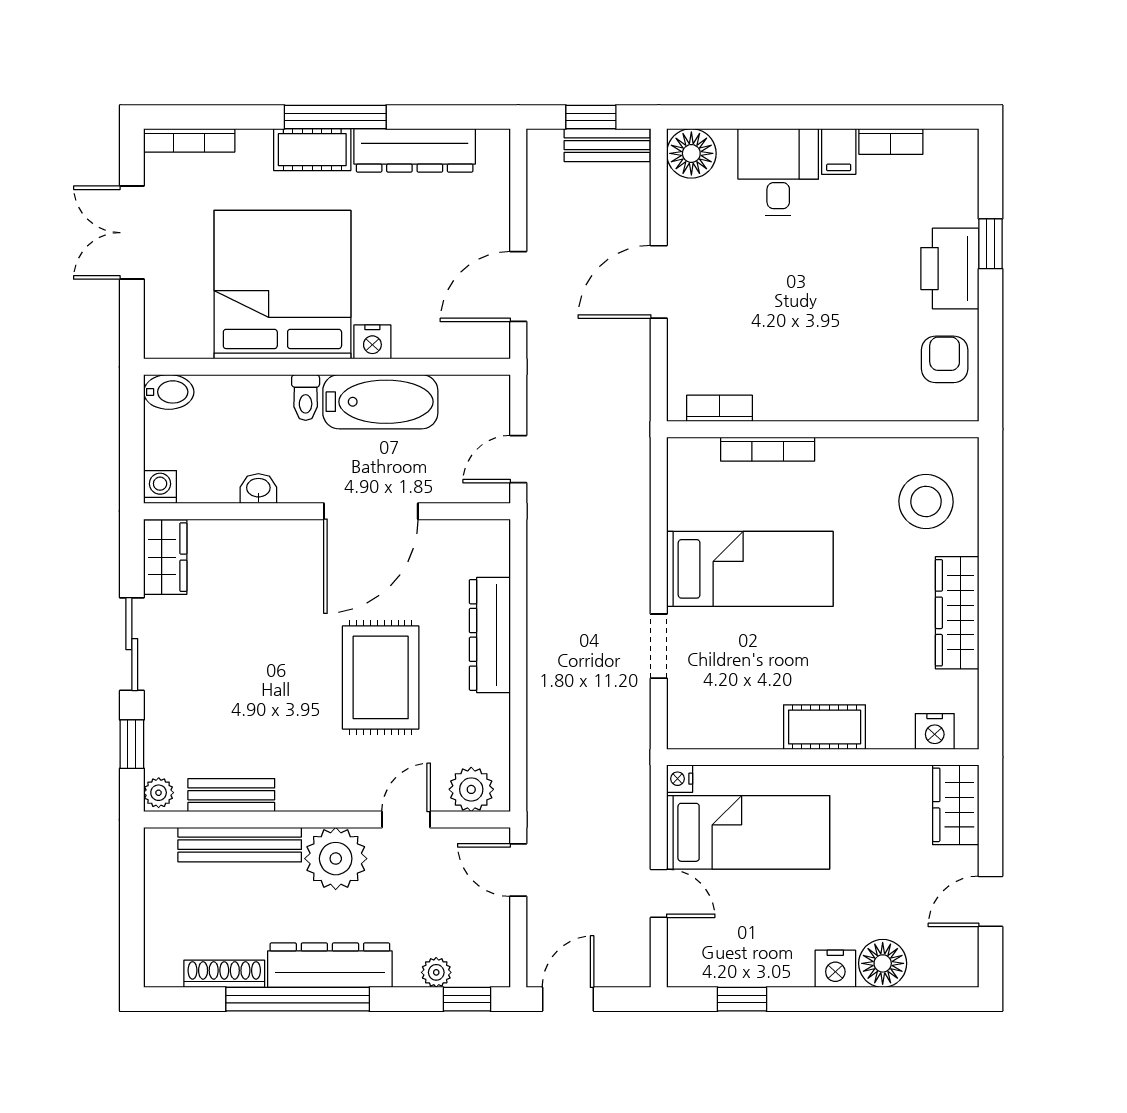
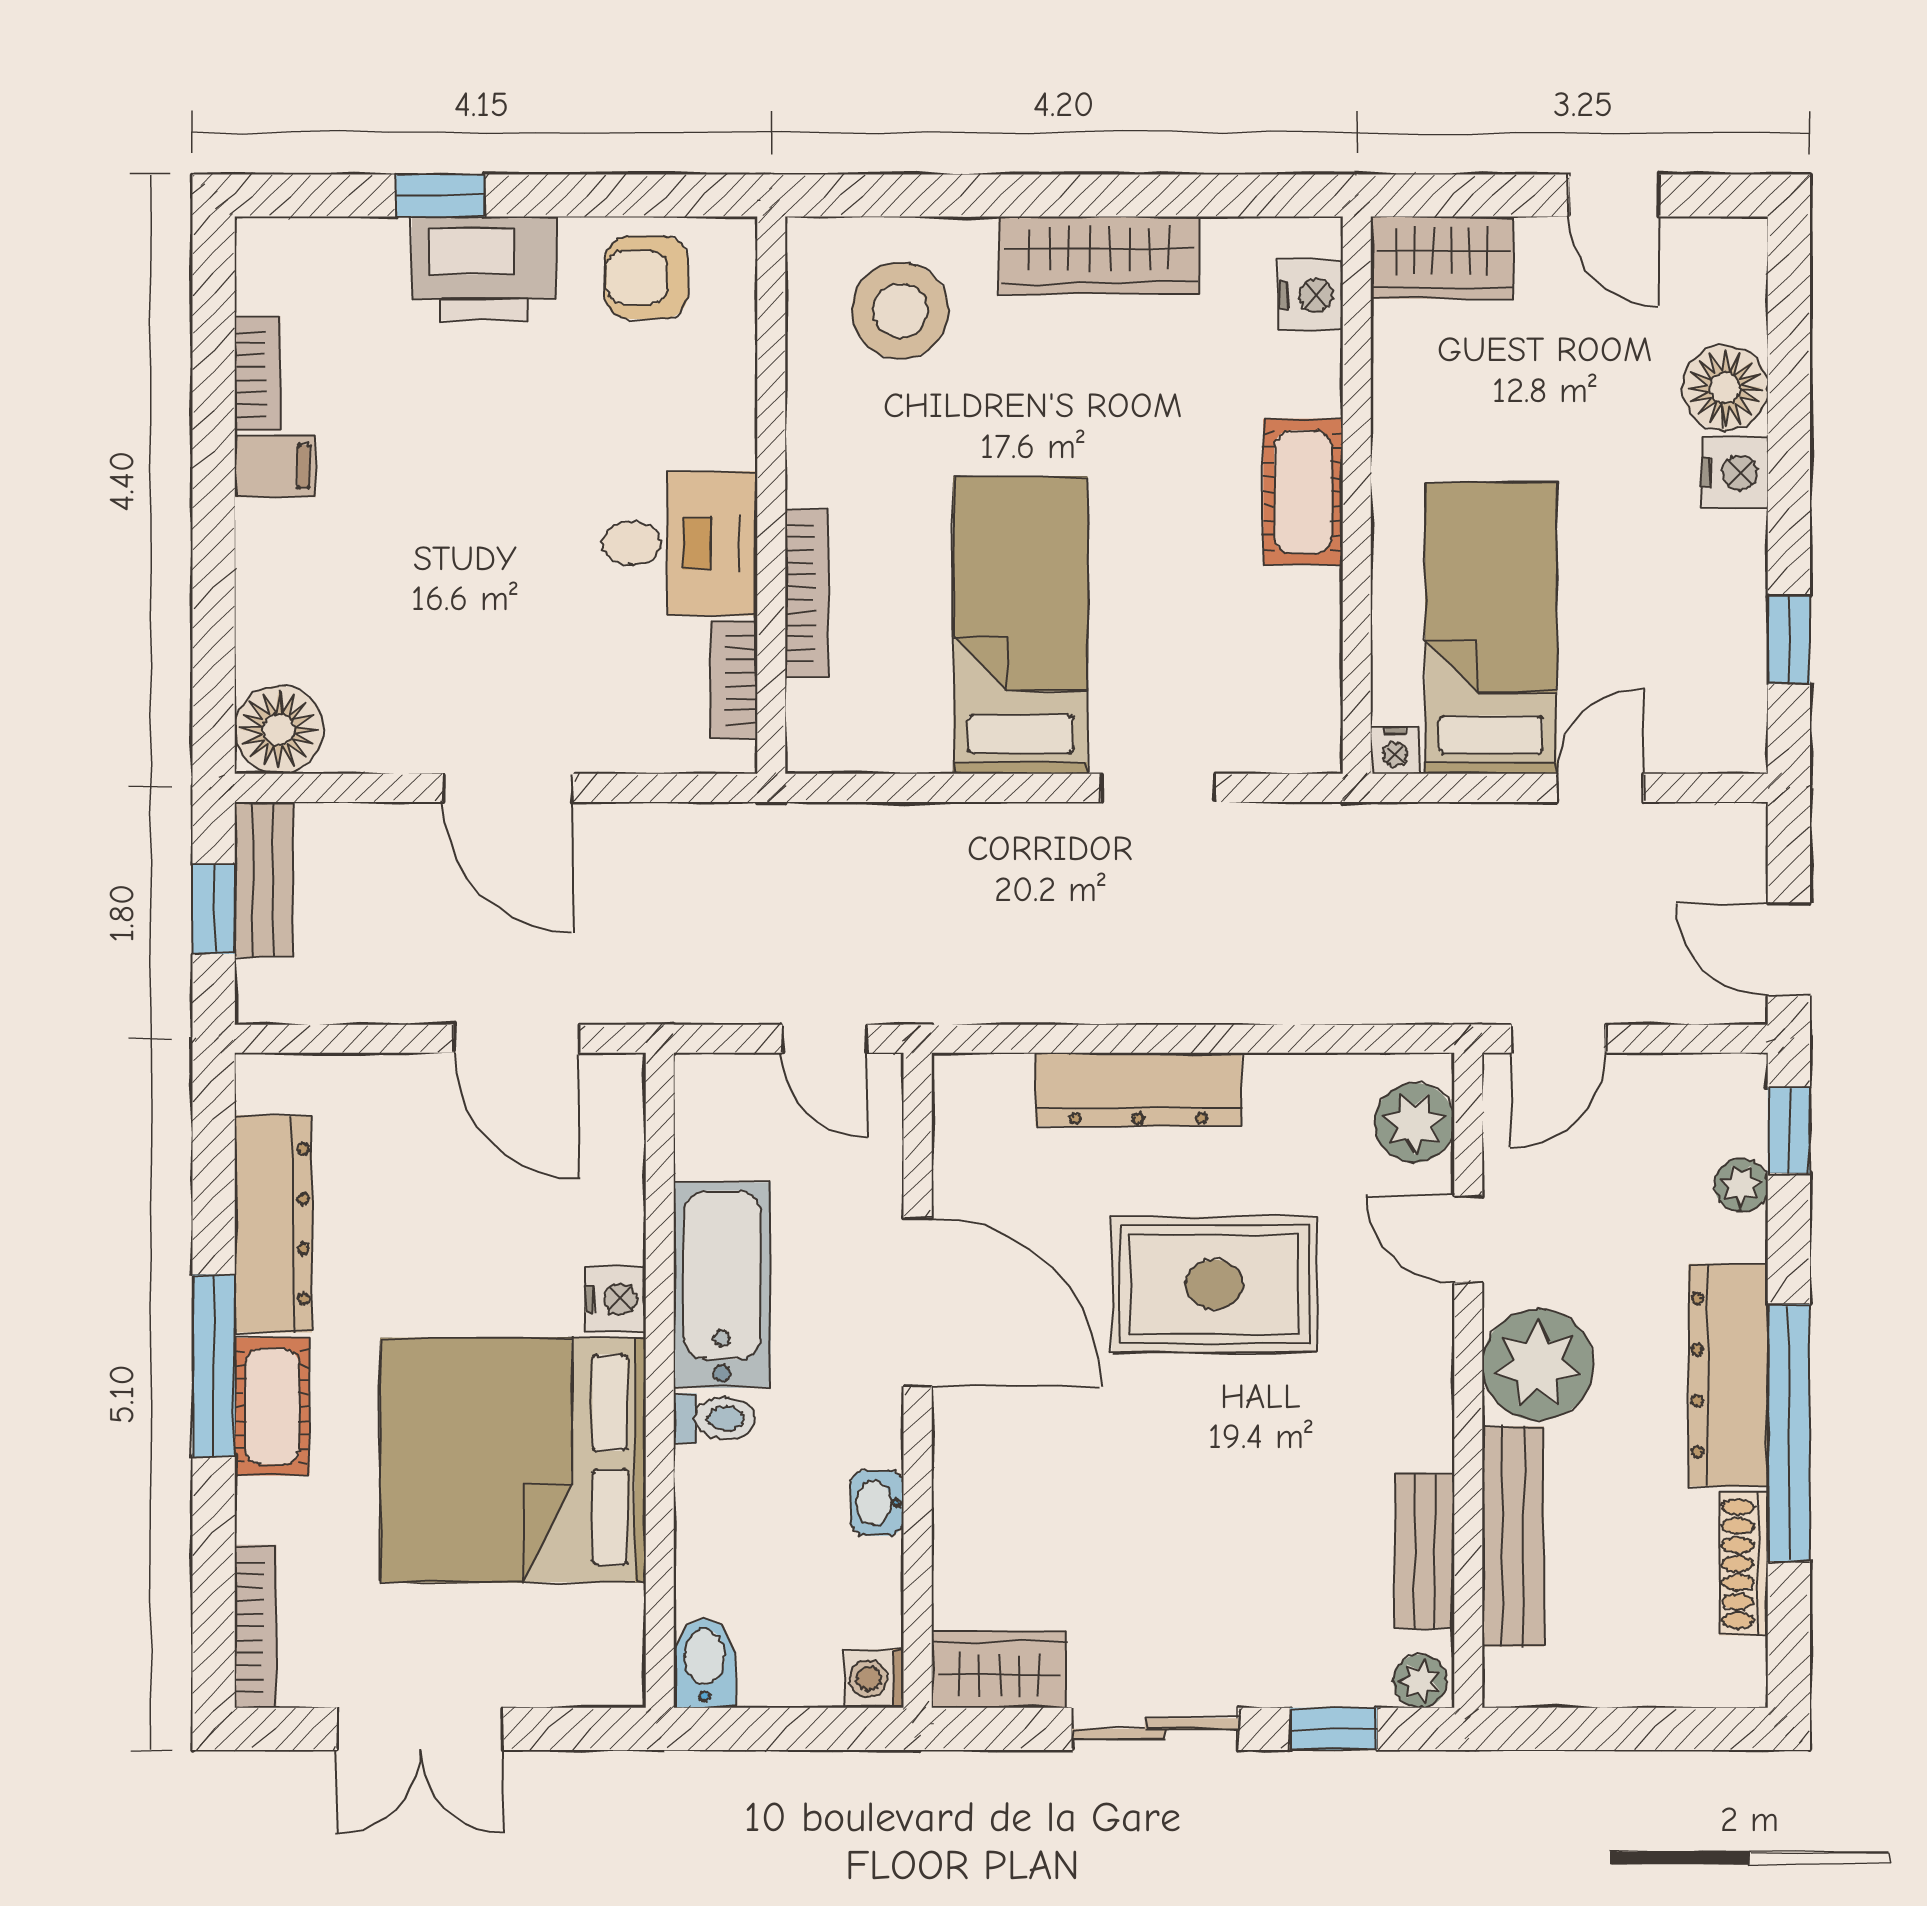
desk: (778, 172) -> (680, 543), moved, turned 180

